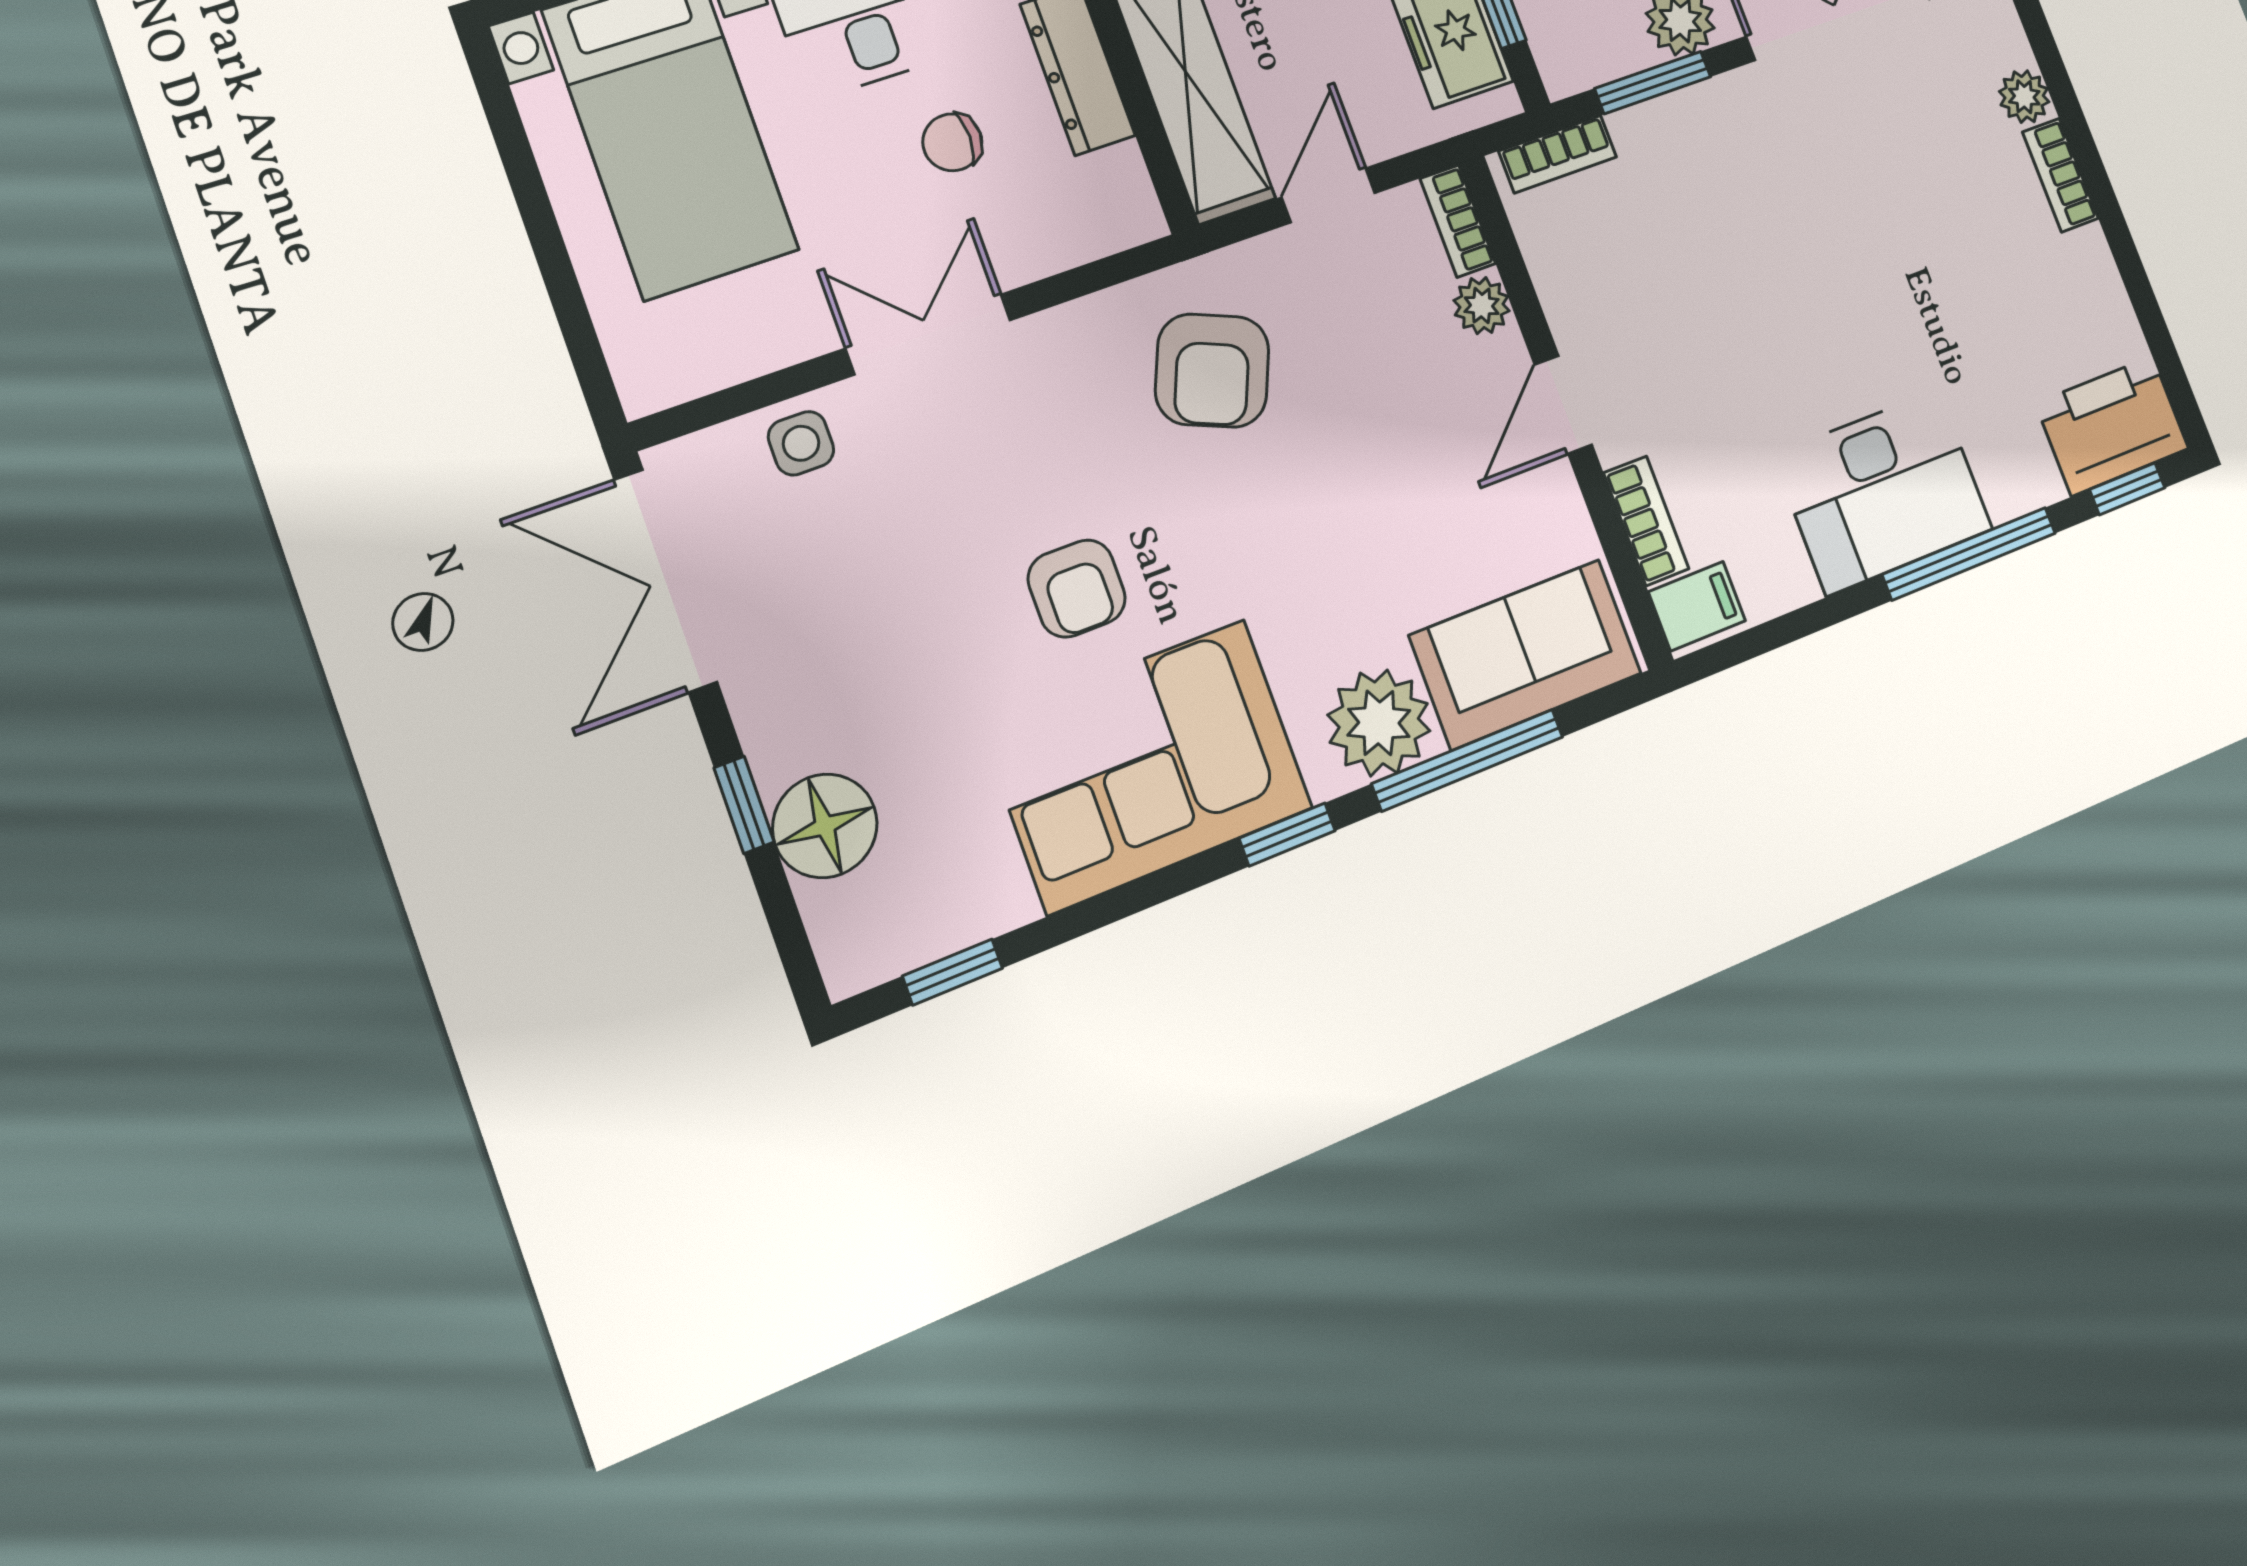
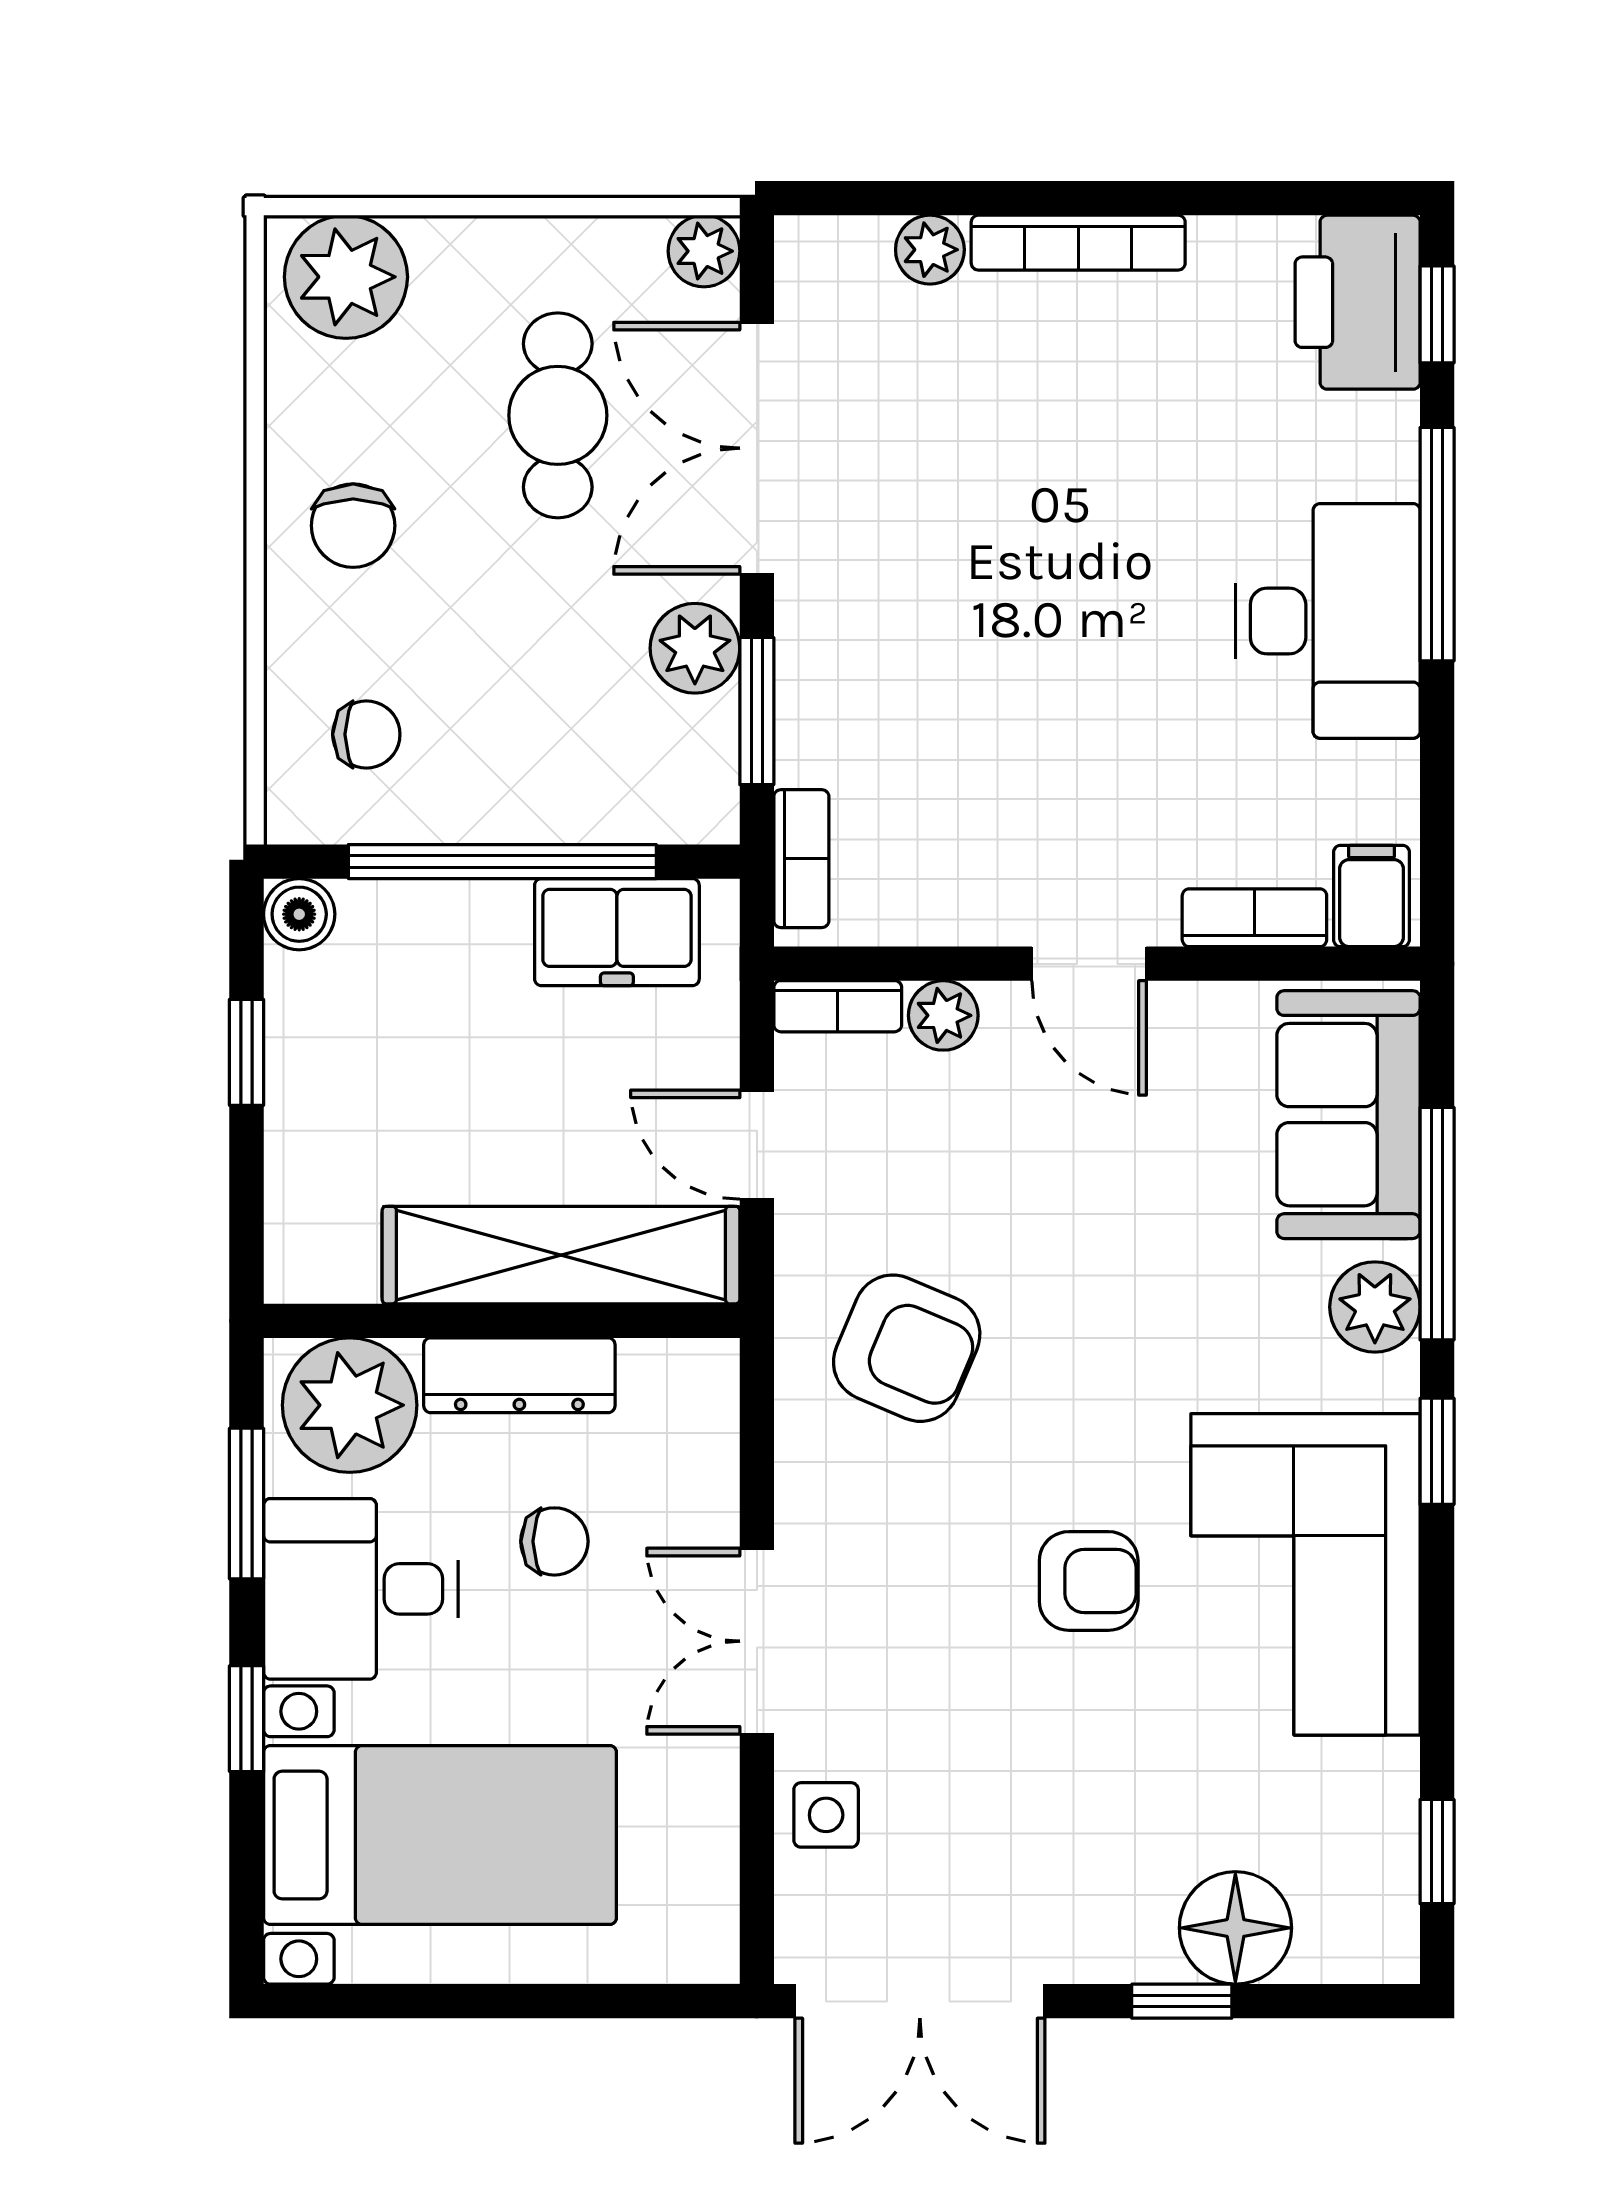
chair: (952, 142) -> (554, 1541), turned -90
bookcase: (2060, 175) -> (1078, 243), width x1.56
plant: (1379, 723) -> (1375, 1307), width x0.73, depth x0.73

